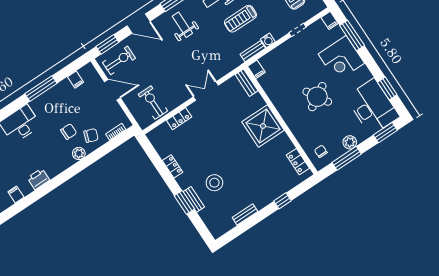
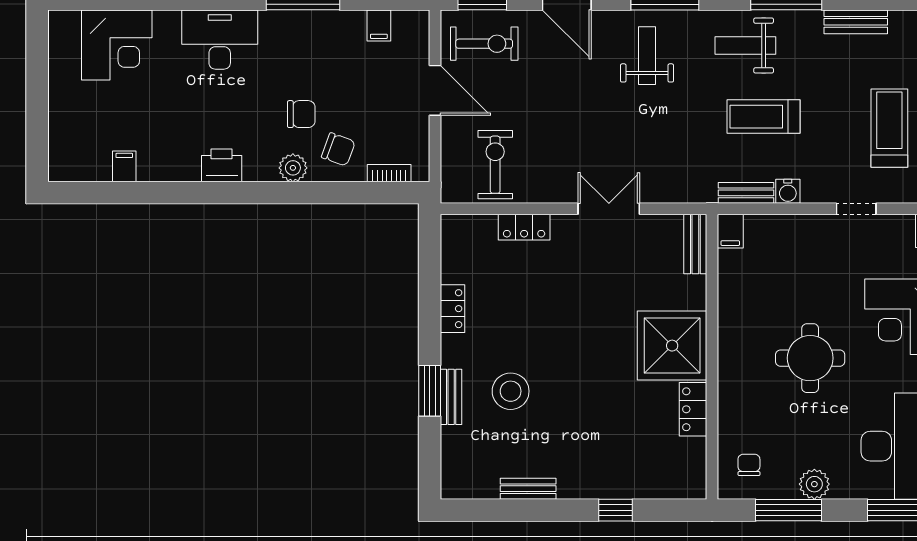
round table: (317, 97) -> (810, 358), turned 31
locker: (298, 162) -> (693, 409), moved
printer: (38, 179) -> (222, 165), moved

